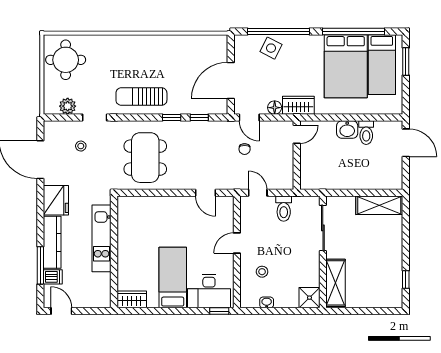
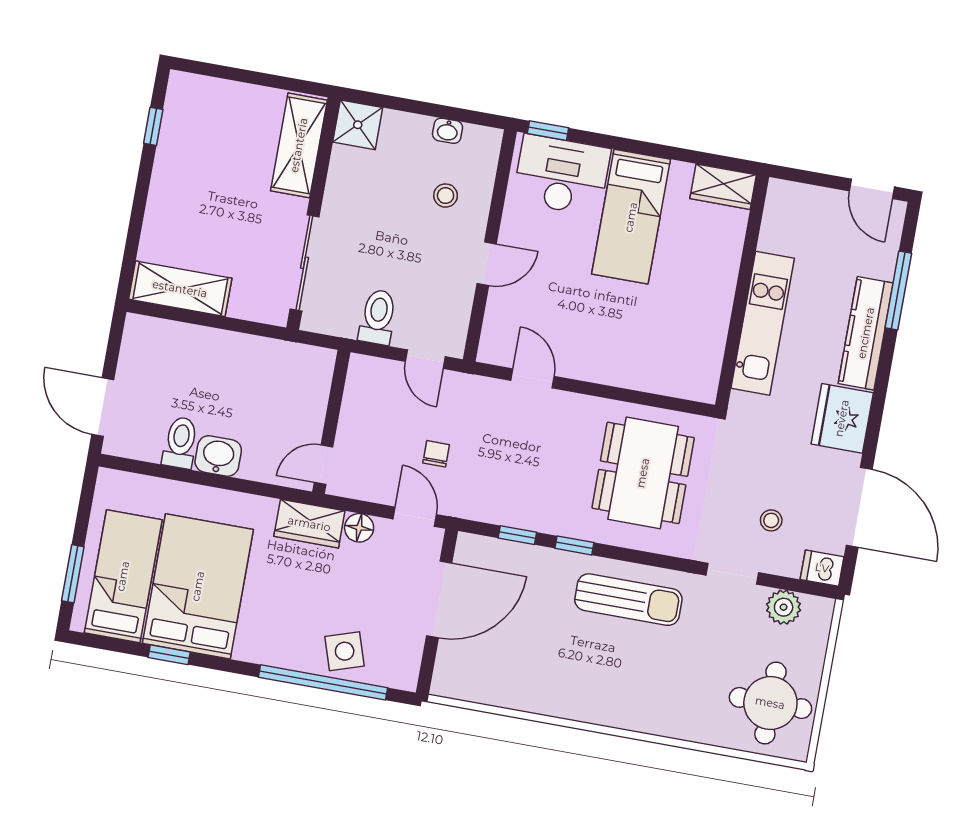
window: (353, 32) -> (169, 655), width x0.32
side table: (271, 48) -> (345, 651), turned 45
dishwasher: (53, 277) -> (822, 568), moved

